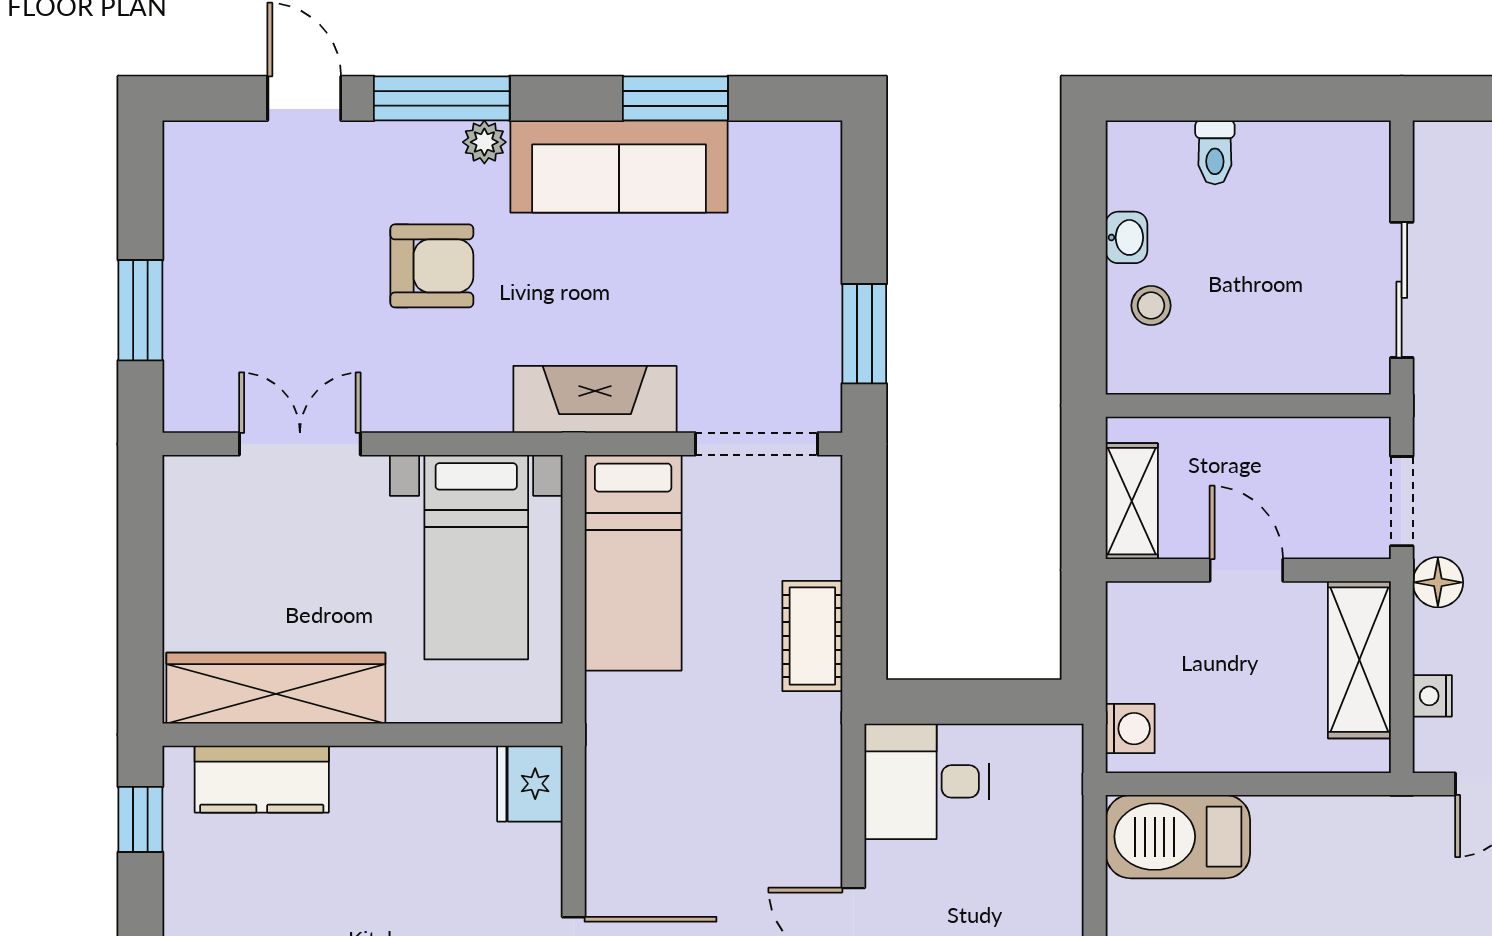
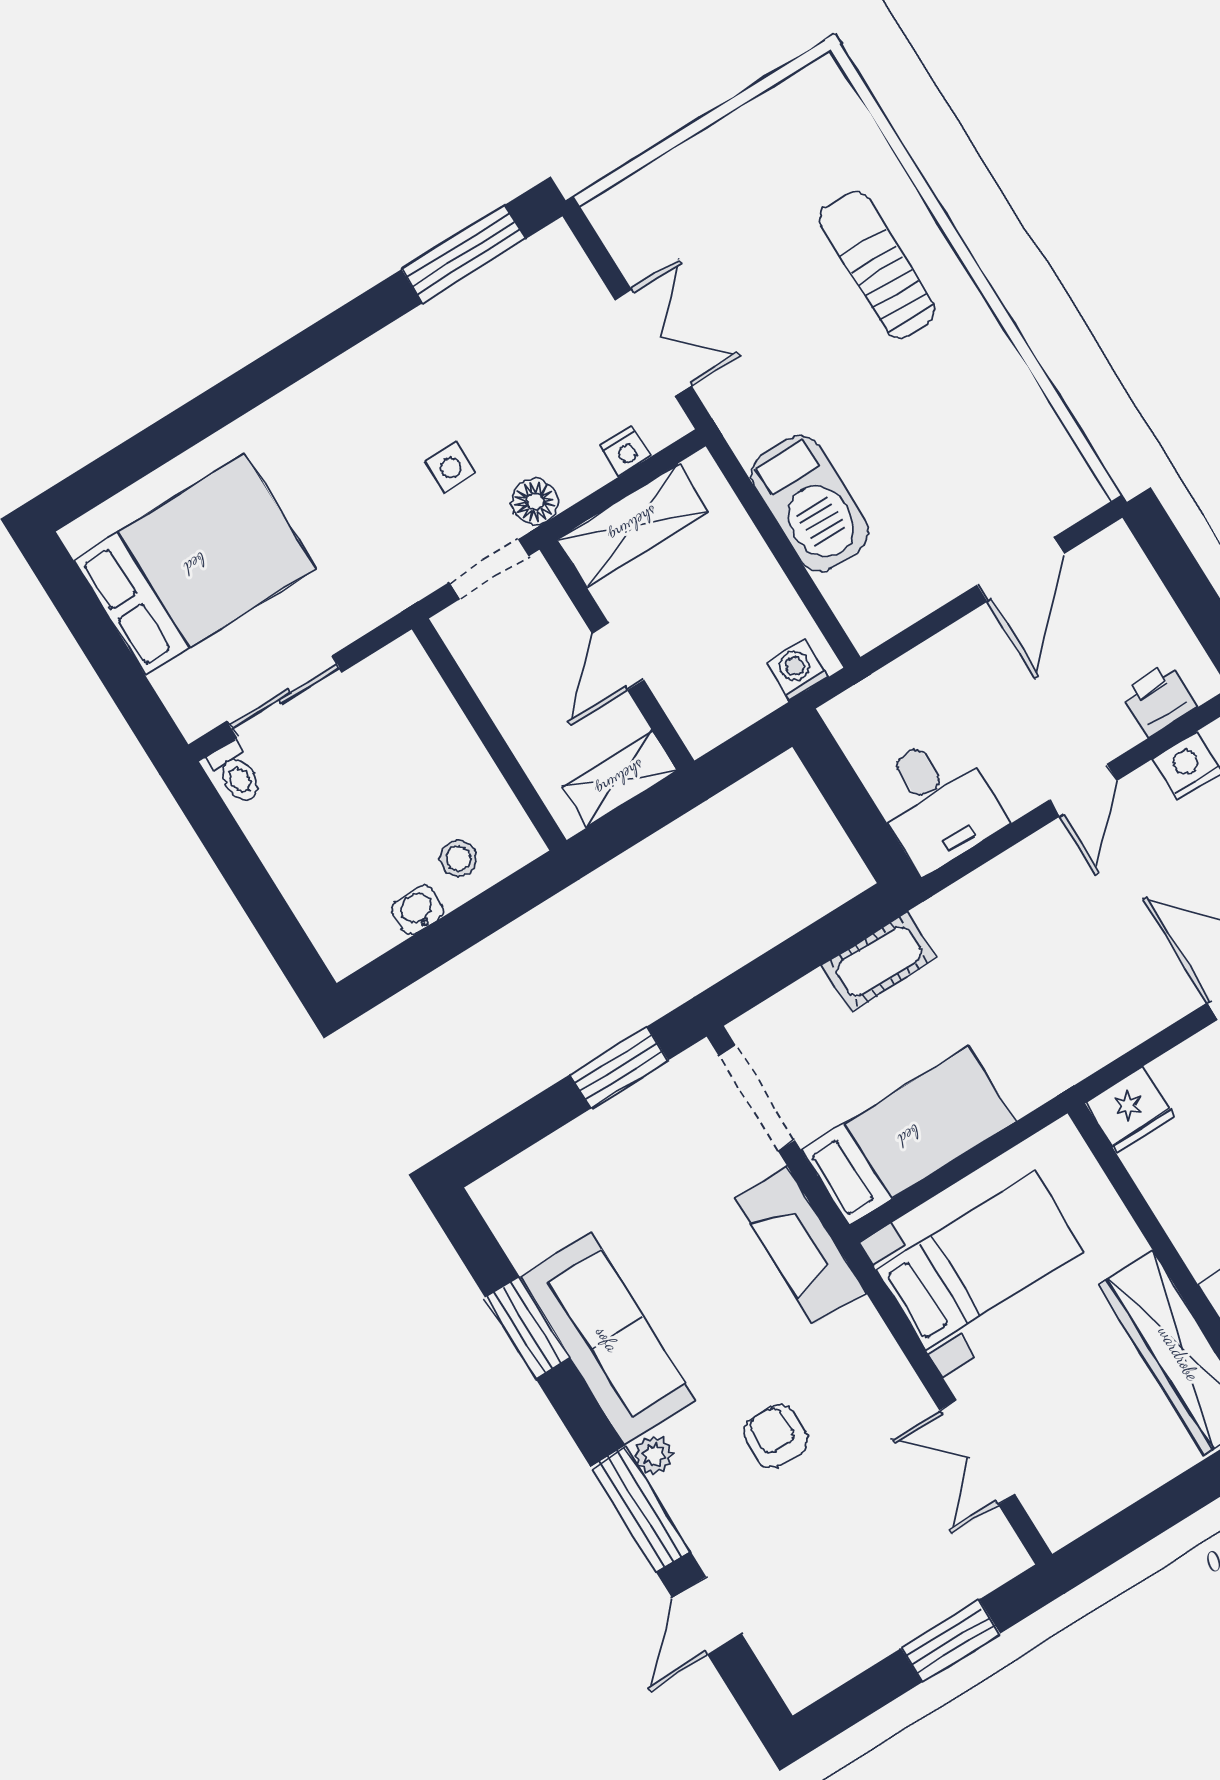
toilet: (1215, 152) -> (236, 773), moved, turned 90
armchair: (432, 266) -> (775, 1436), width x0.72, depth x0.72
sliding door: (1402, 290) -> (284, 697), moved
barbecue: (1178, 837) -> (810, 503), moved

